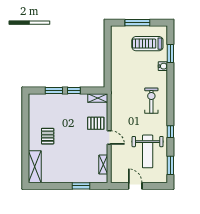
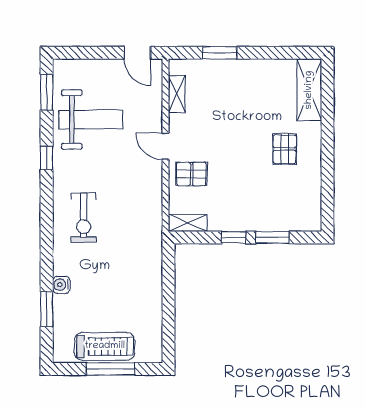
treadmill: (147, 44) -> (105, 346), moved
weight bench: (148, 151) -> (91, 119), turned 90
door: (135, 186) -> (137, 53), moved

